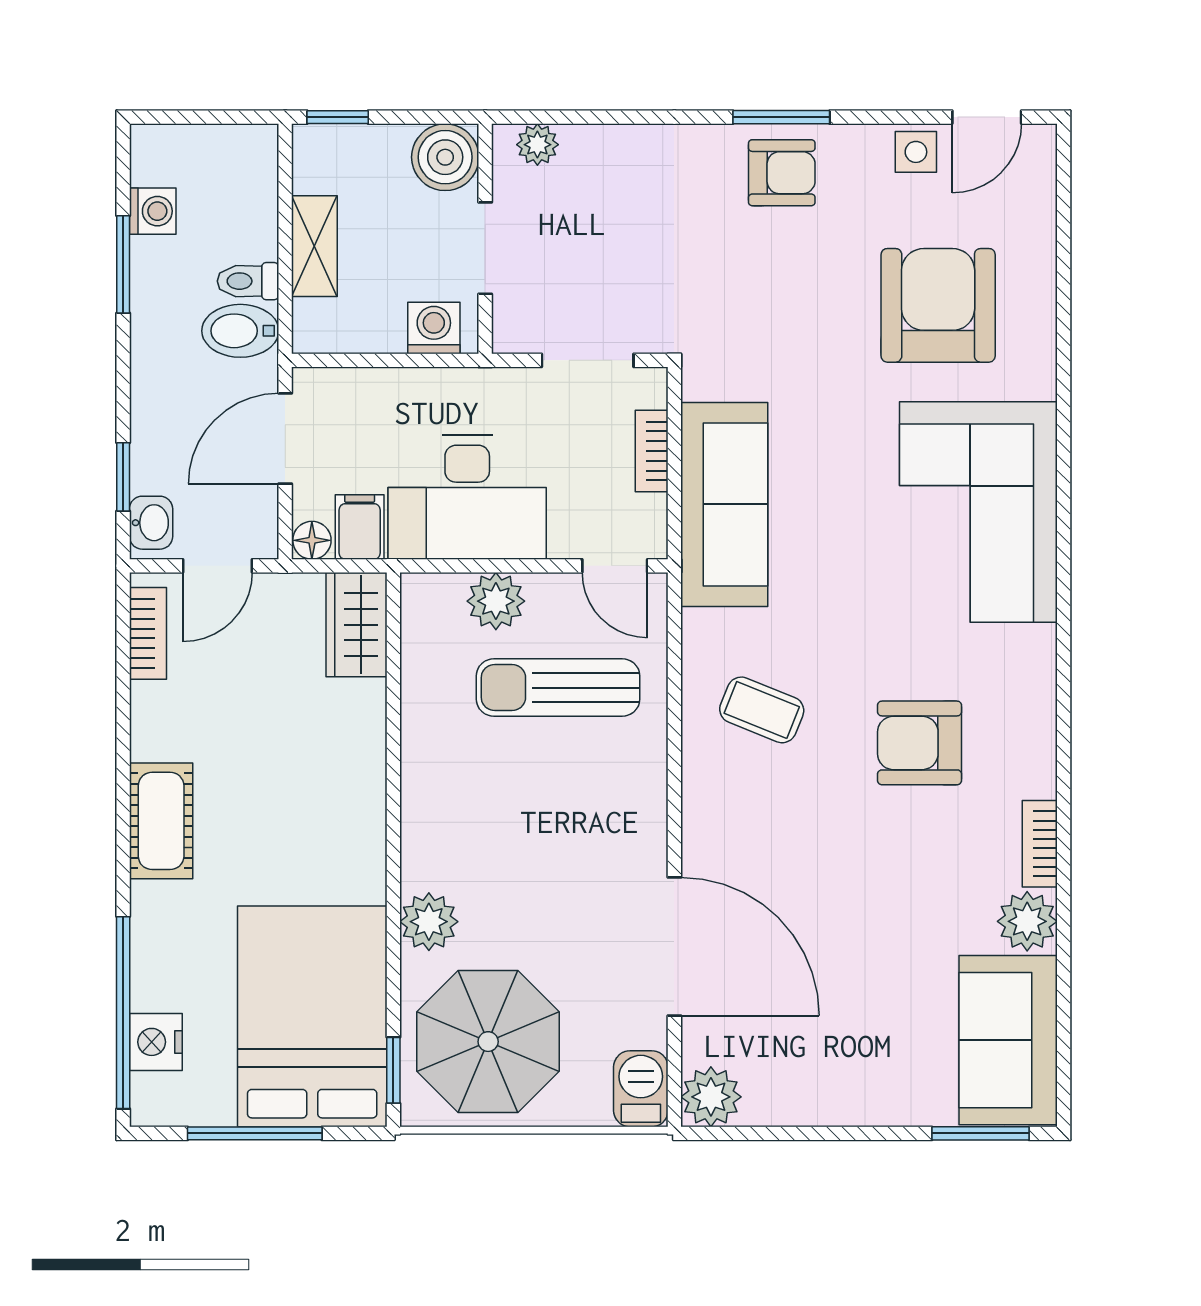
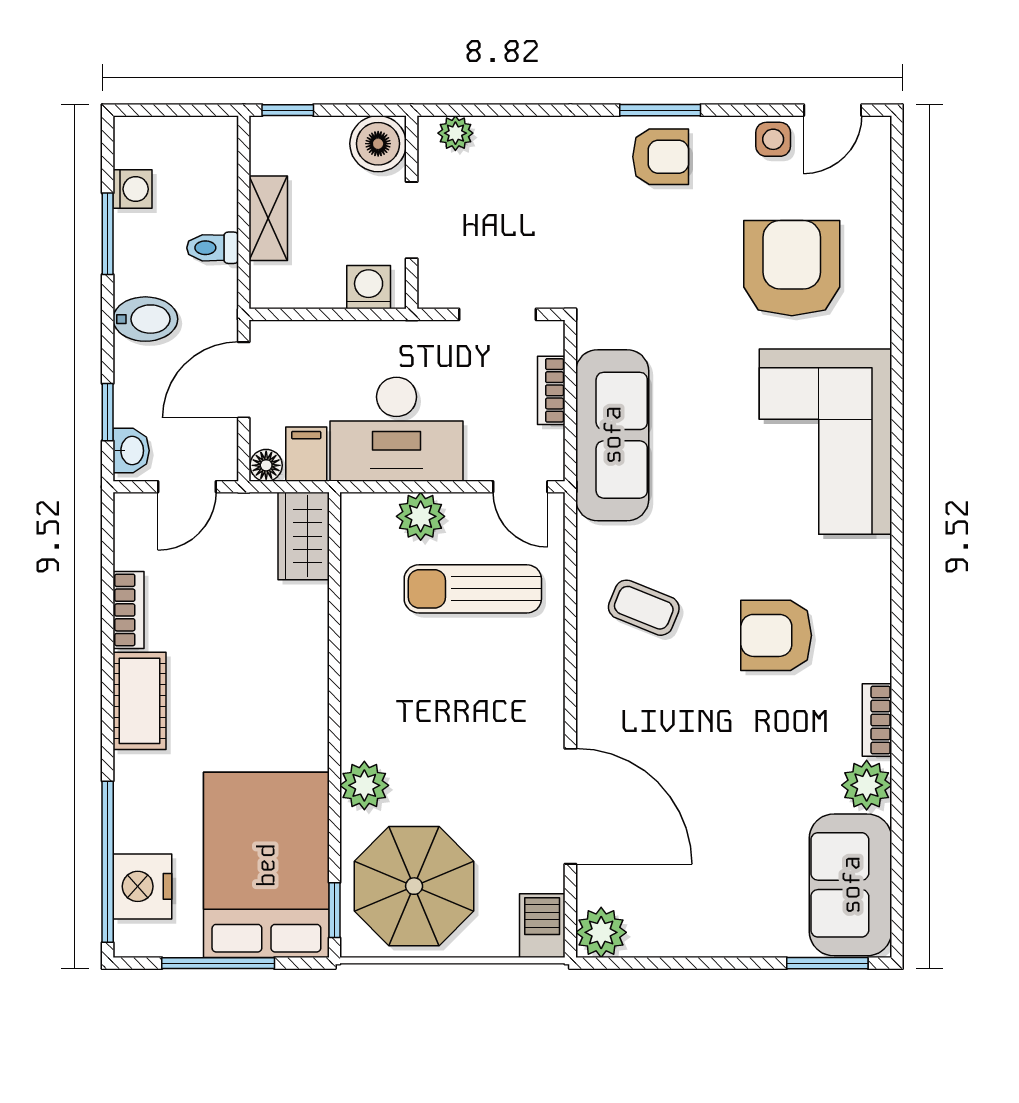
bidet: (240, 331) -> (145, 319), moved, turned 180
bookcase: (148, 633) -> (128, 610), moved
nightstand: (156, 1042) -> (142, 886), width x1.36, depth x1.33

